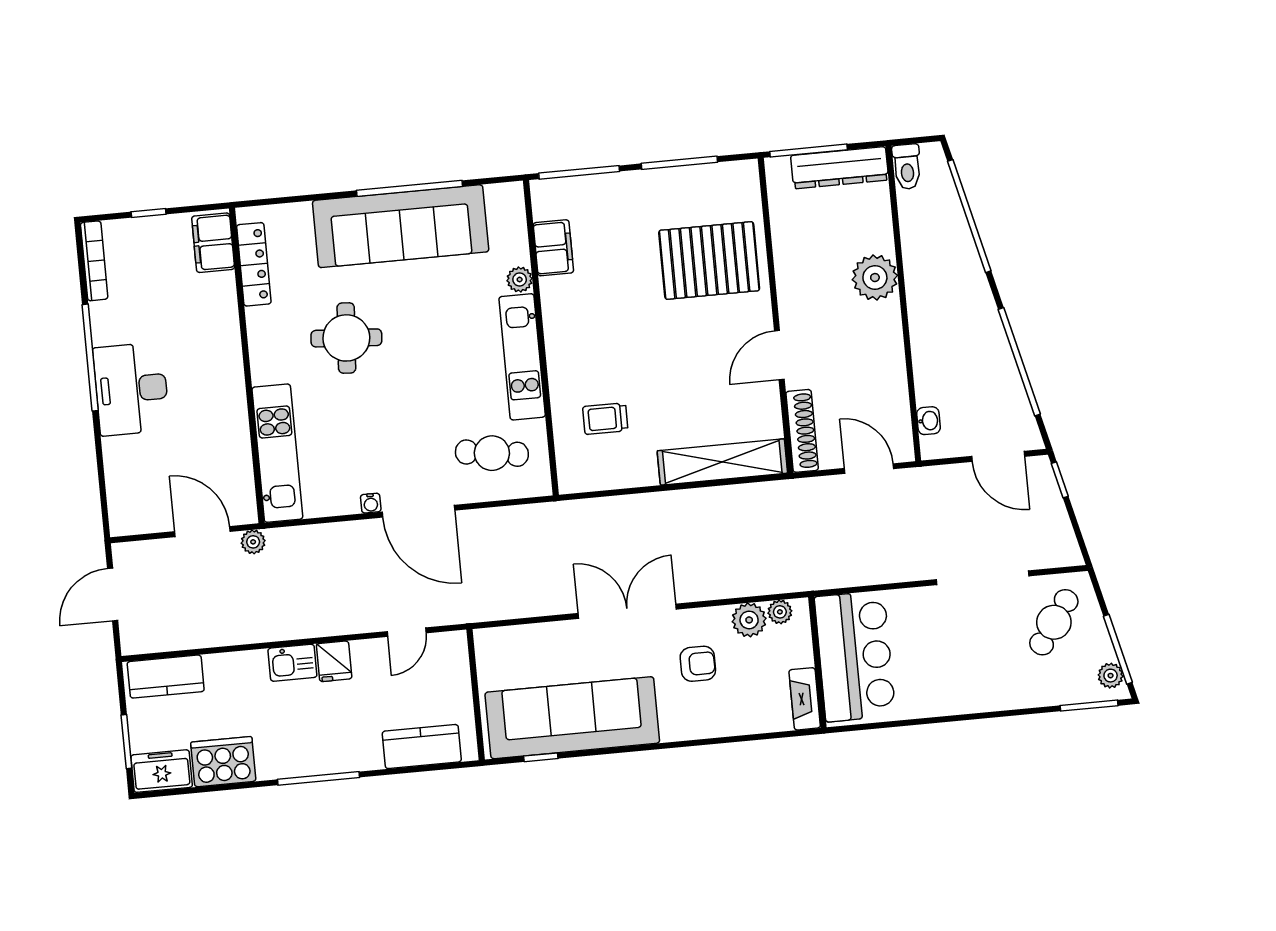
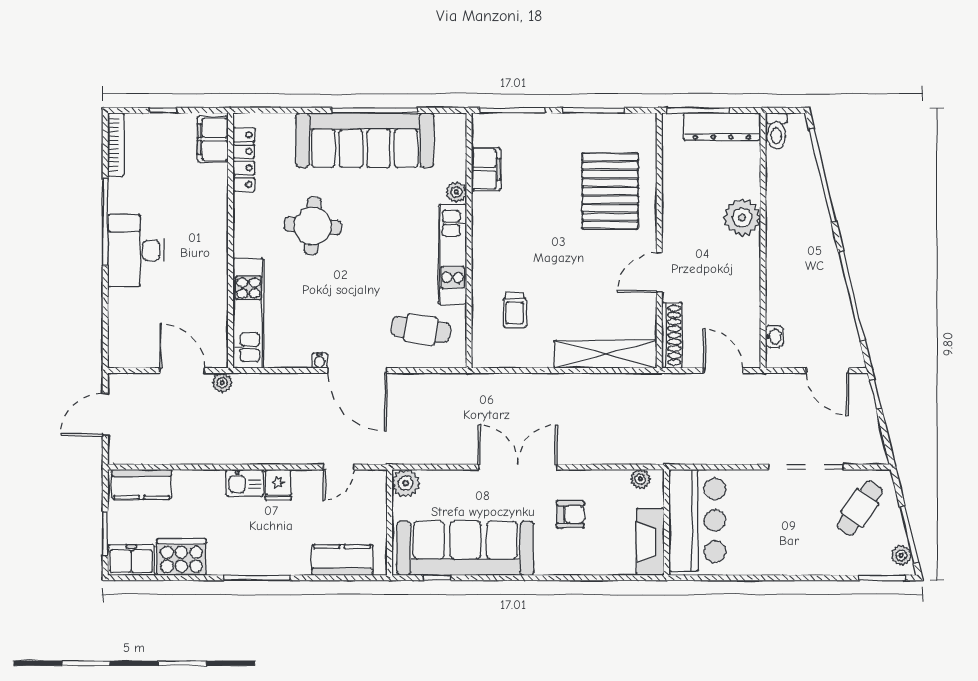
pallet: (709, 261) -> (610, 191), turned 90
trolley: (605, 419) -> (515, 310), turned -90
plant: (749, 620) -> (406, 483), moved
fireplace: (805, 699) -> (650, 542), width x1.37, depth x1.32

